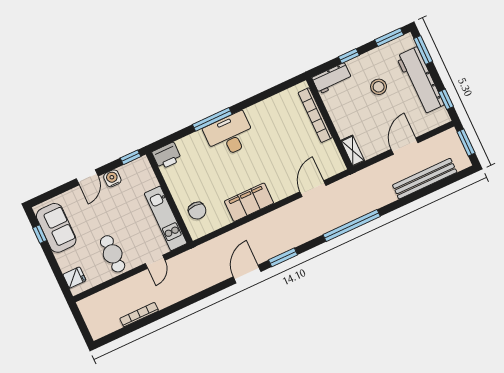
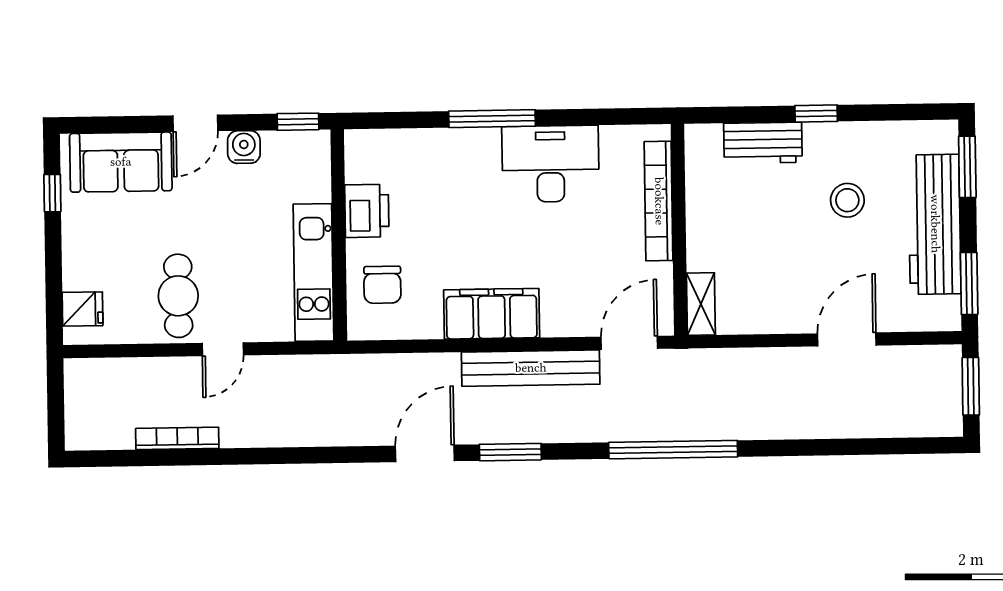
window: (389, 37) -> (912, 112), removed
window: (446, 99) -> (969, 284), width x1.50
bookcase: (315, 115) -> (659, 201), moved
wall: (329, 123) -> (679, 230), moved
desk: (230, 135) -> (551, 164), moved
shelving: (353, 151) -> (701, 304), moved
printer: (167, 156) -> (367, 211), moved, turned -90
bench: (425, 179) -> (531, 368), moved
sofa: (56, 228) -> (121, 162), moved, turned 90
door: (155, 262) -> (223, 349), moved

